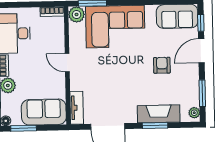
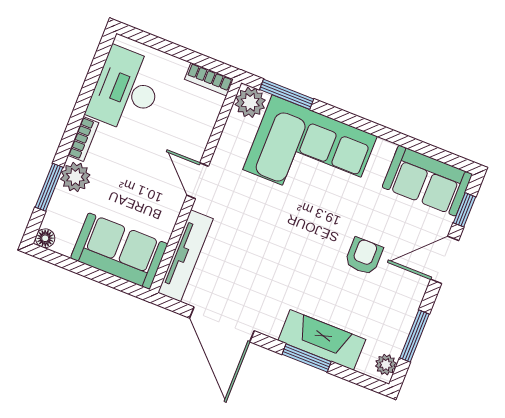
tv unit: (77, 108) -> (185, 256), width x1.41
window: (24, 128) -> (71, 265), removed

